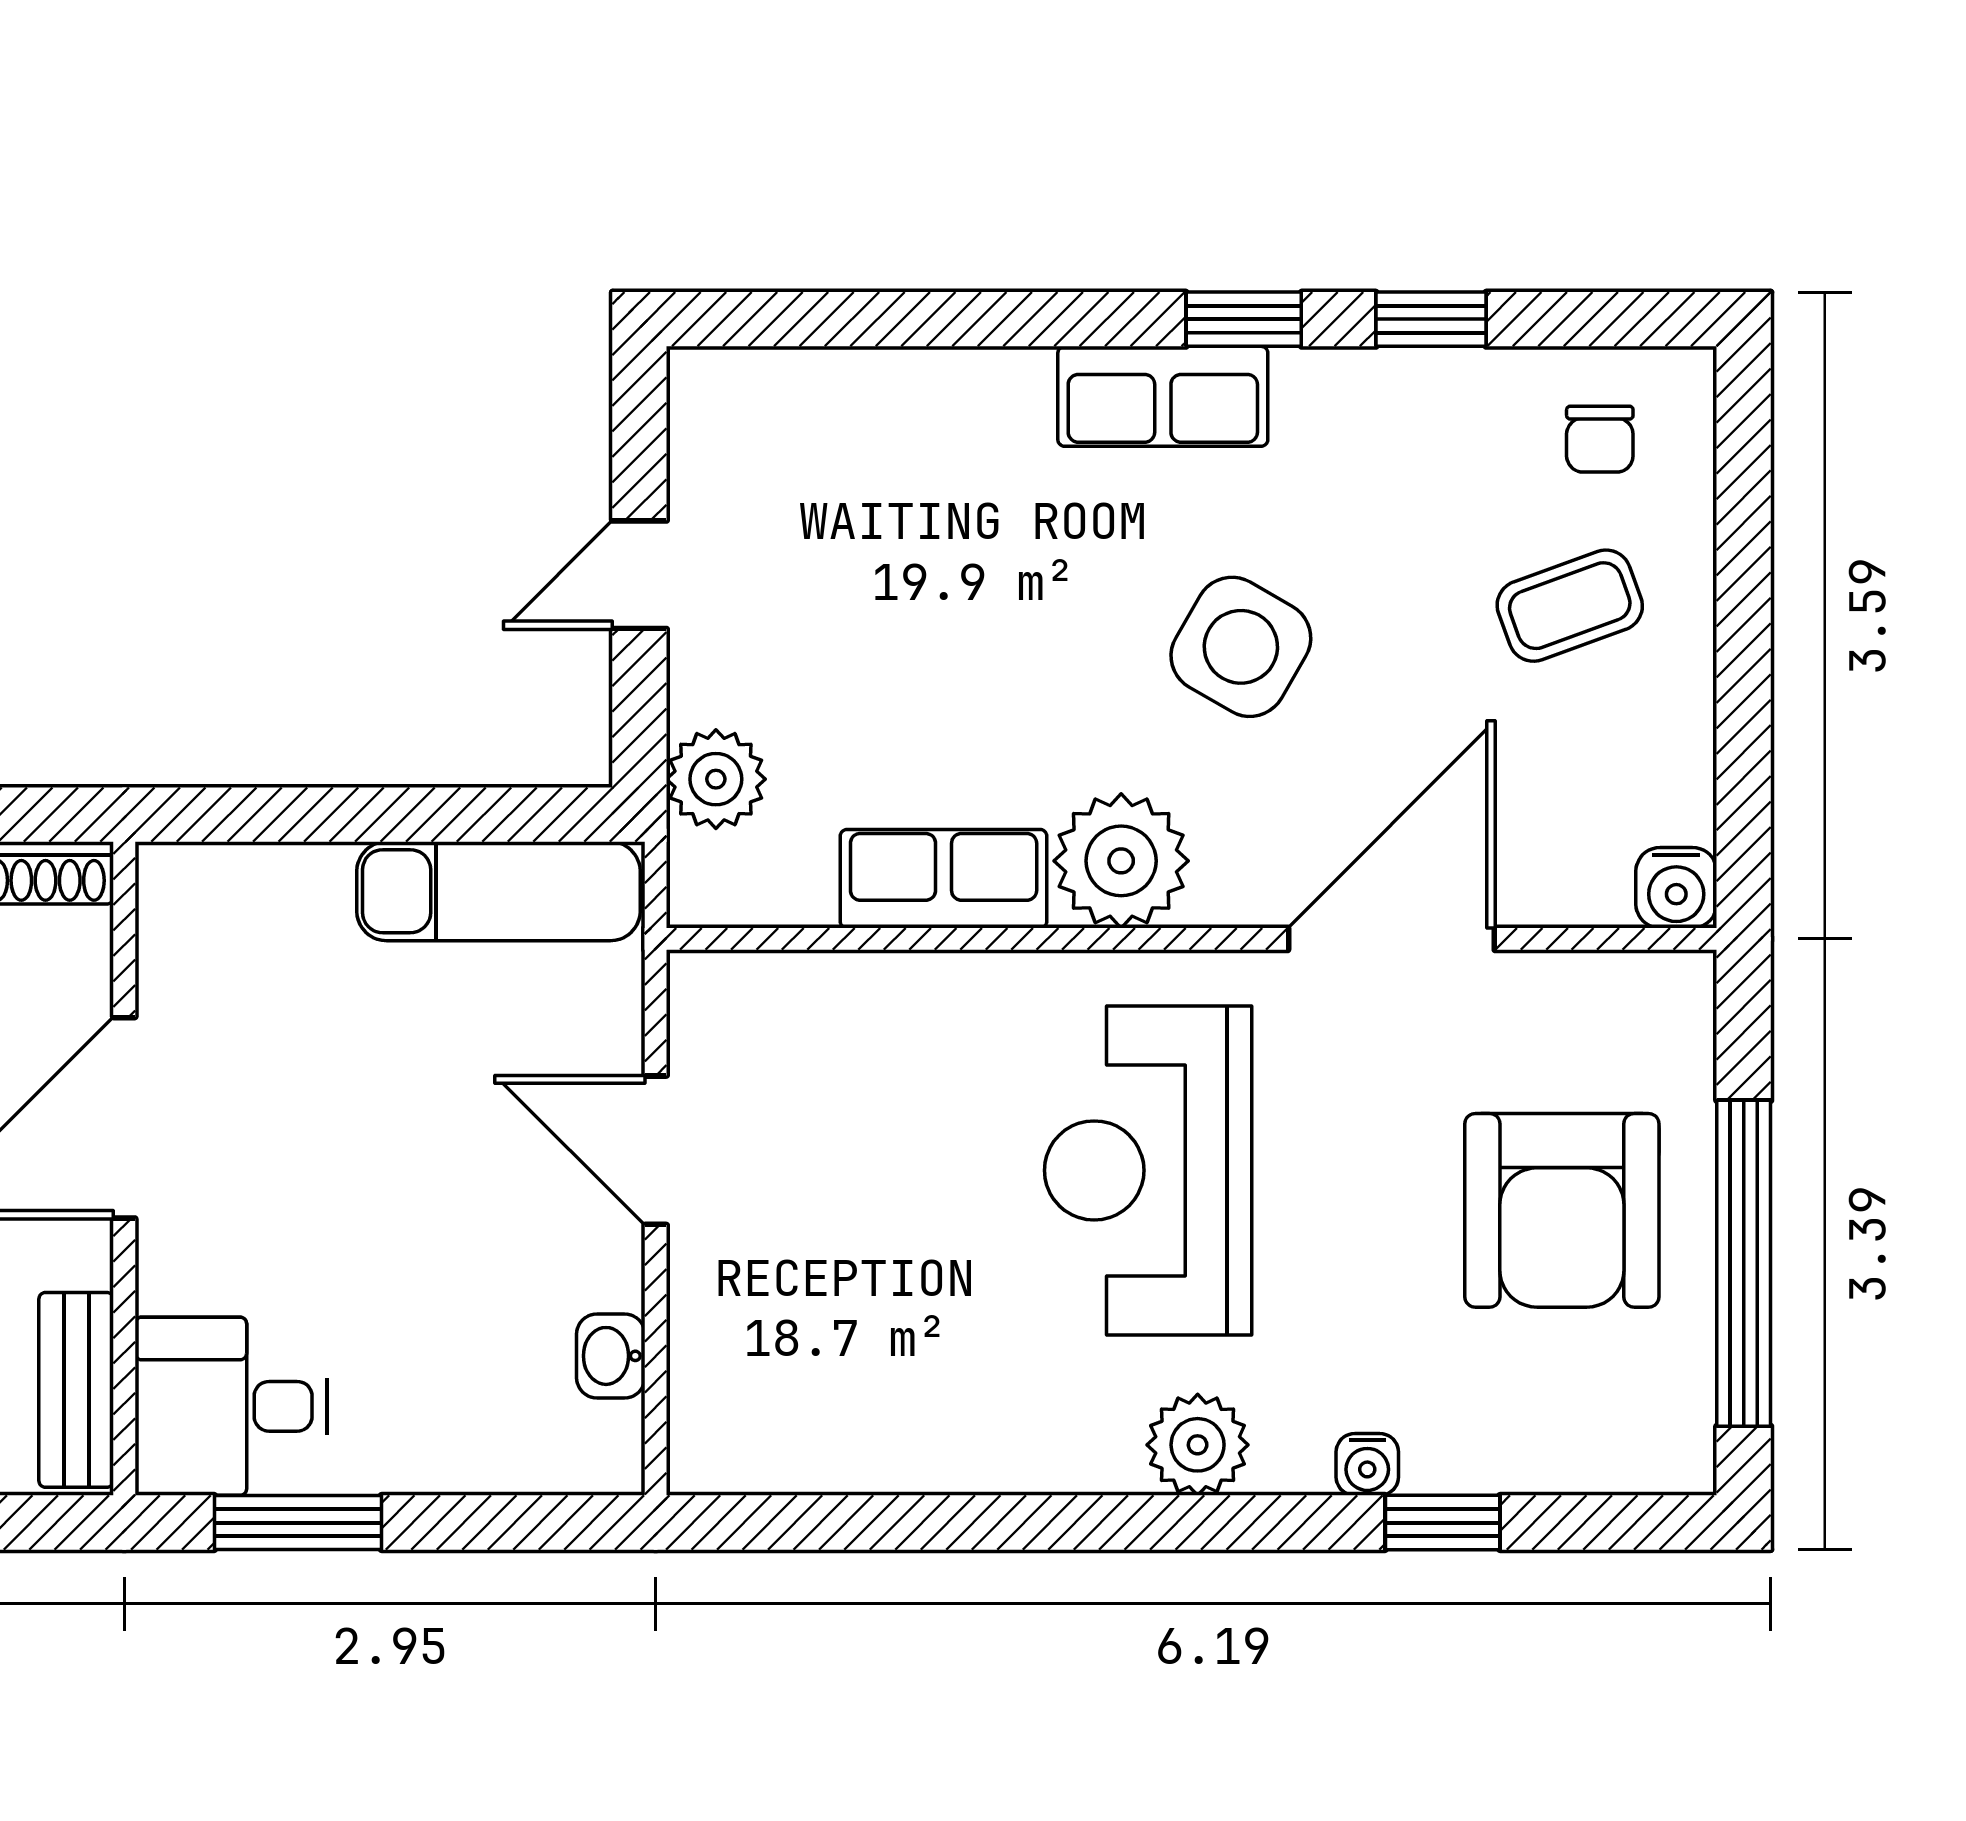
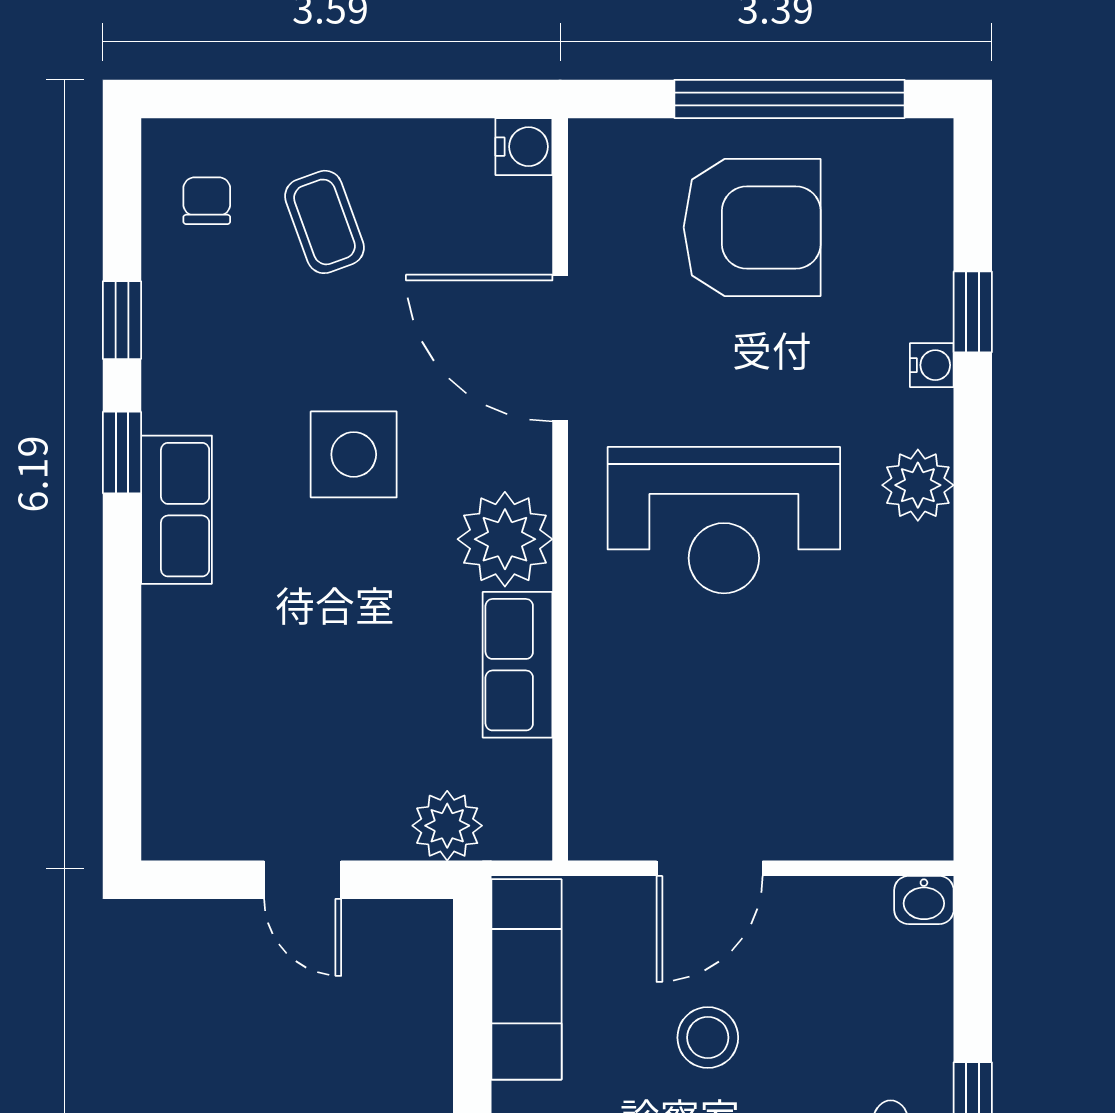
chair: (1600, 439) -> (207, 201), turned -90
side table: (1241, 647) -> (354, 454), turned -30
stool: (416, 1148) -> (708, 1038), added
washbasin: (611, 1356) -> (924, 900), moved

